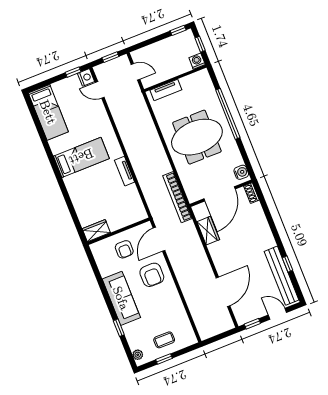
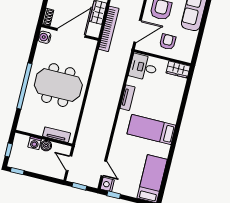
washing machine: (197, 61) -> (35, 143), moved
boiler: (168, 73) -> (46, 146), added
bookcase: (177, 197) -> (109, 29), moved
desk: (130, 210) -> (143, 67), added

